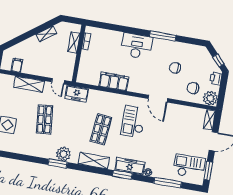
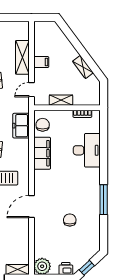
shelving: (74, 42) -> (61, 100), moved
desk: (137, 46) -> (87, 150), moved
filing cabinet: (17, 65) -> (41, 62), moved
chair: (193, 88) -> (43, 125), moved
freezer: (77, 94) -> (21, 126), moved

